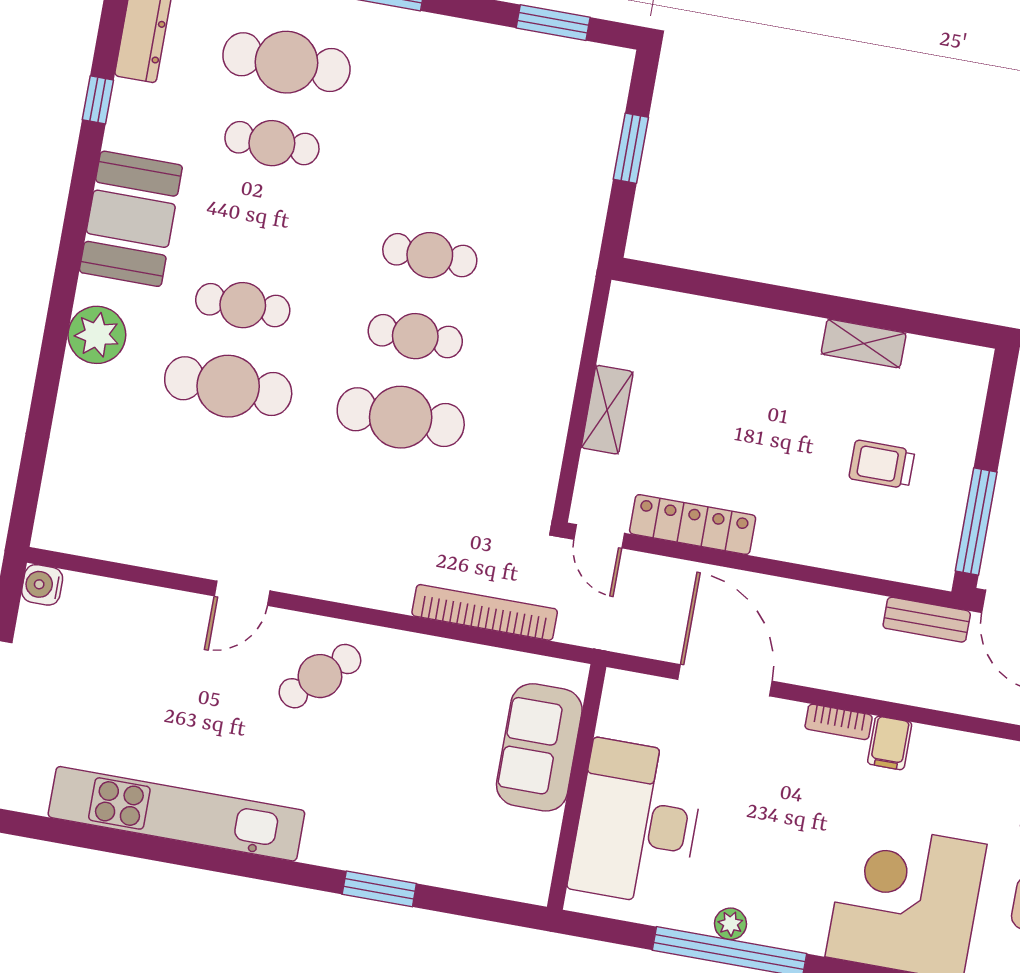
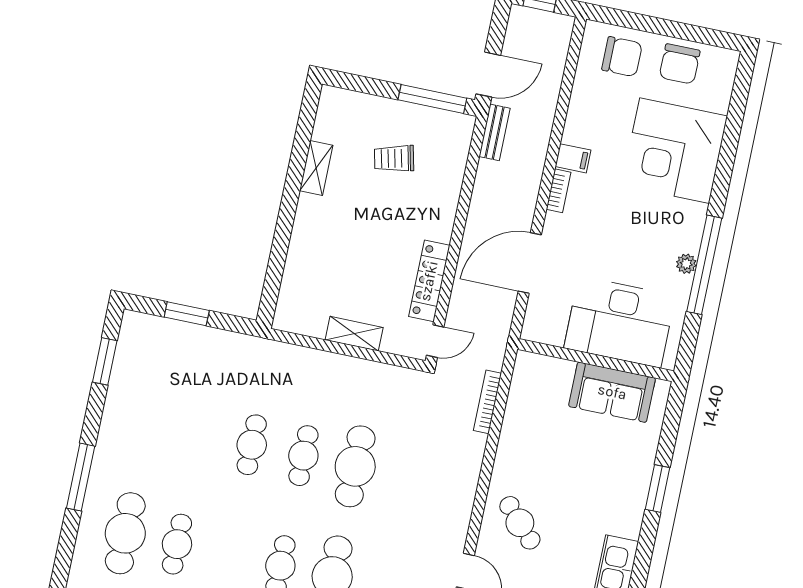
trolley: (882, 464) -> (394, 158), turned 77
bookcase: (485, 612) -> (487, 402), width x0.68, depth x0.76
sofa: (539, 747) -> (612, 392), moved

